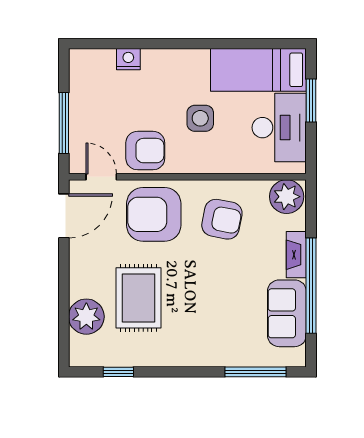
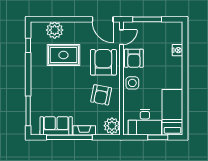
side table: (200, 118) -> (132, 83), moved

